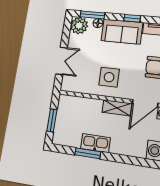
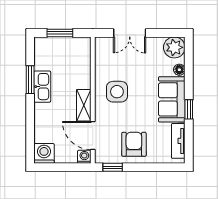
window: (92, 15) -> (189, 62), removed

